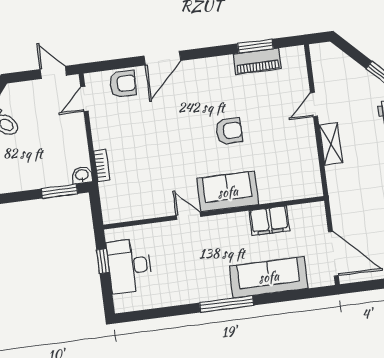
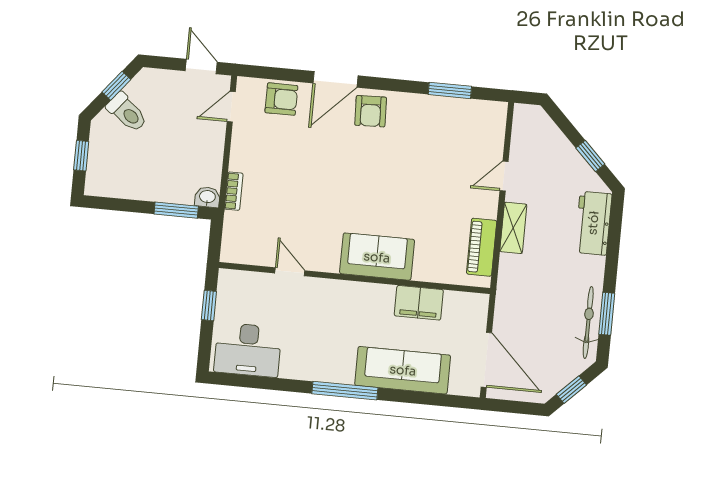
piano: (257, 61) -> (482, 247), moved, turned 90
armchair: (229, 131) -> (371, 111), moved, turned 88
door: (188, 216) -> (290, 272), moved
desk: (129, 266) -> (248, 350), moved, turned -90

